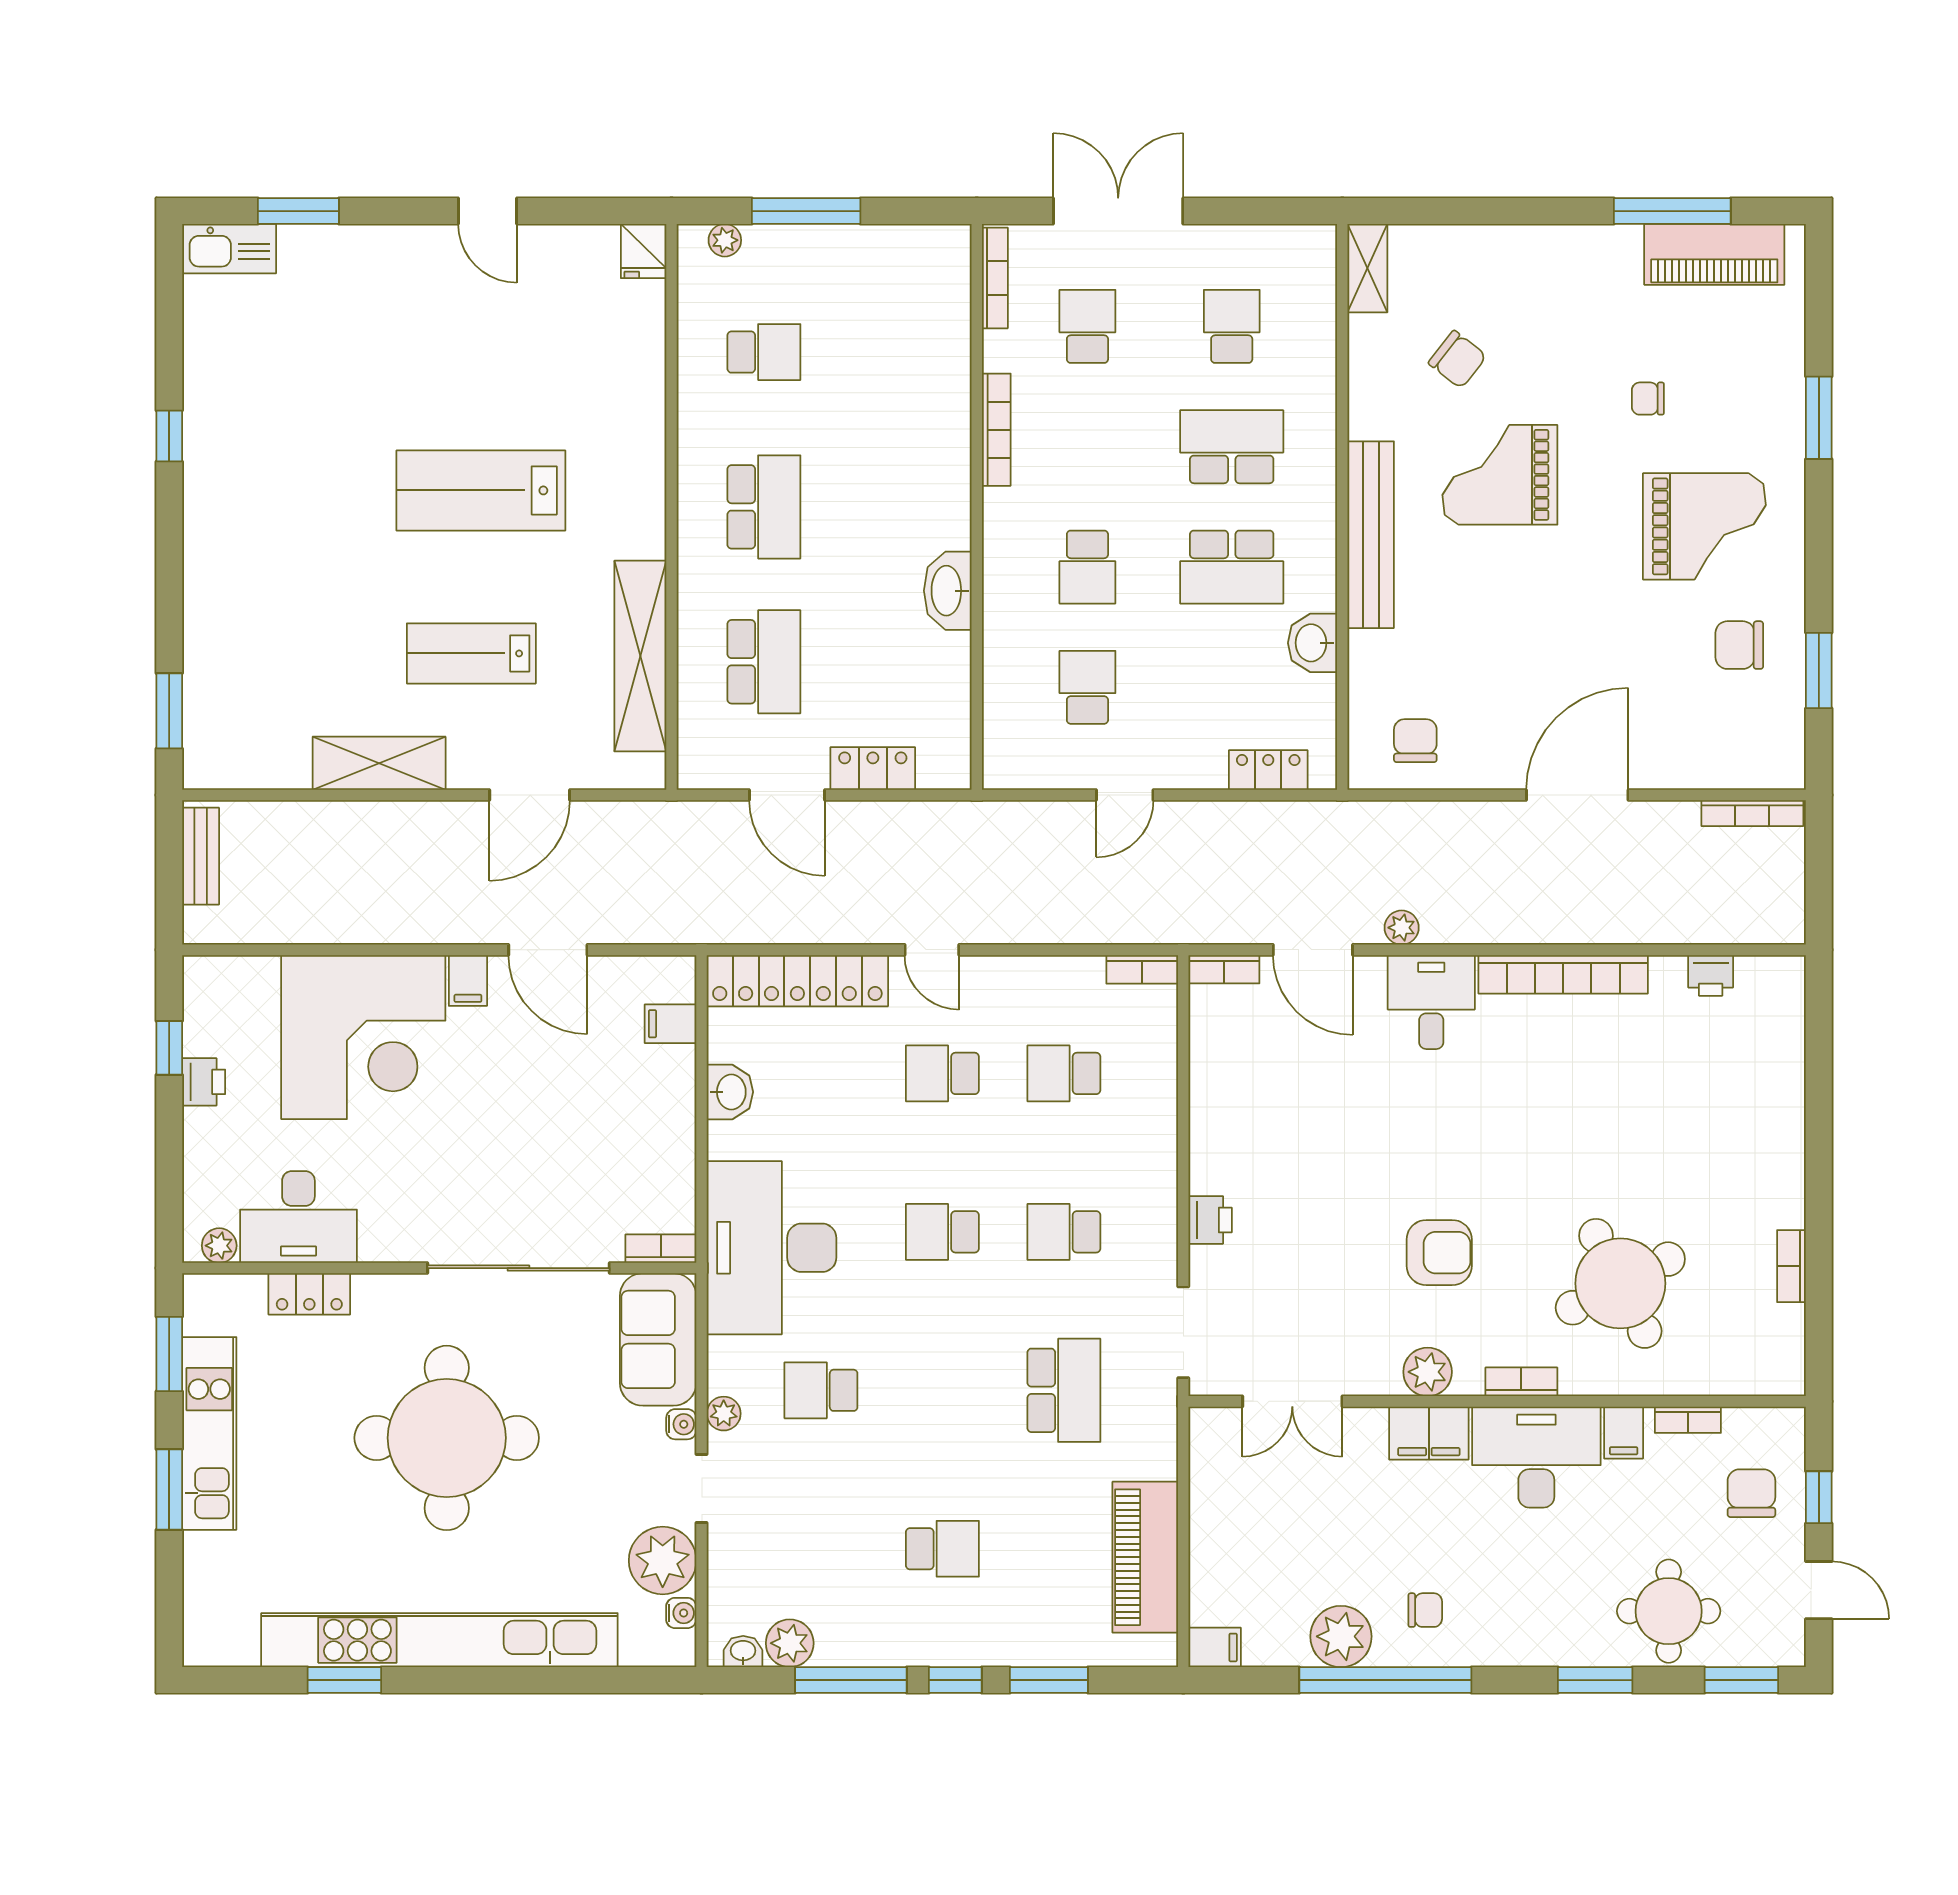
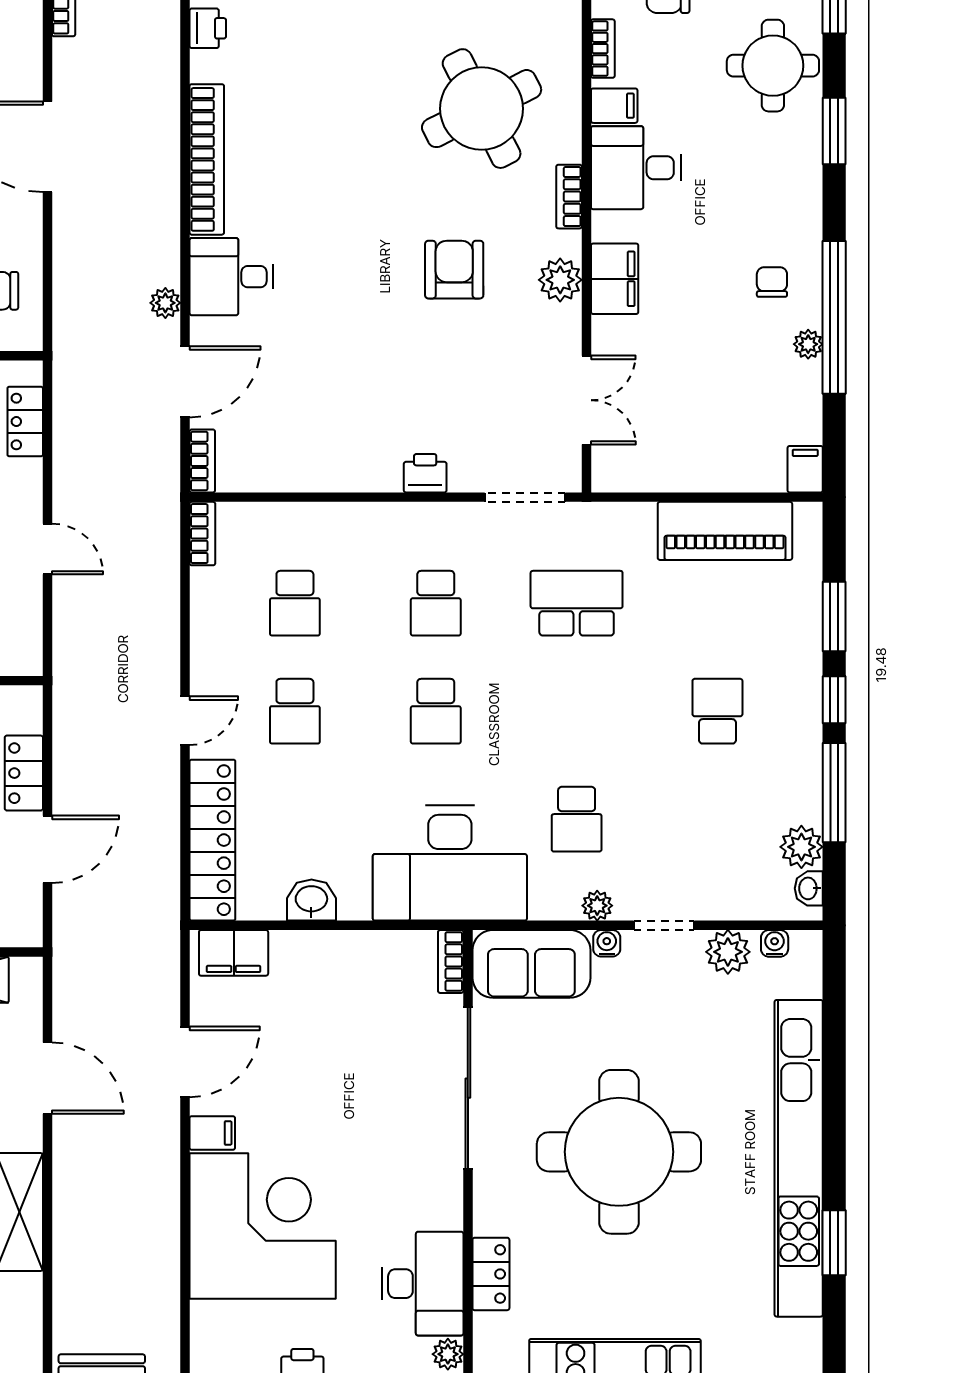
filing cabinet: (671, 1024) -> (234, 953), width x2.00
desk: (1536, 1457) -> (636, 168), width x0.73
plant: (663, 1561) -> (728, 952), width x0.73, depth x0.73
plant: (1341, 1636) -> (808, 344), width x0.53, depth x0.53

